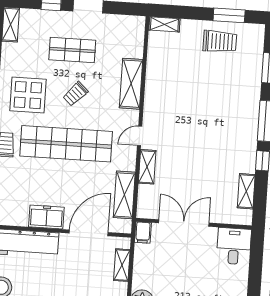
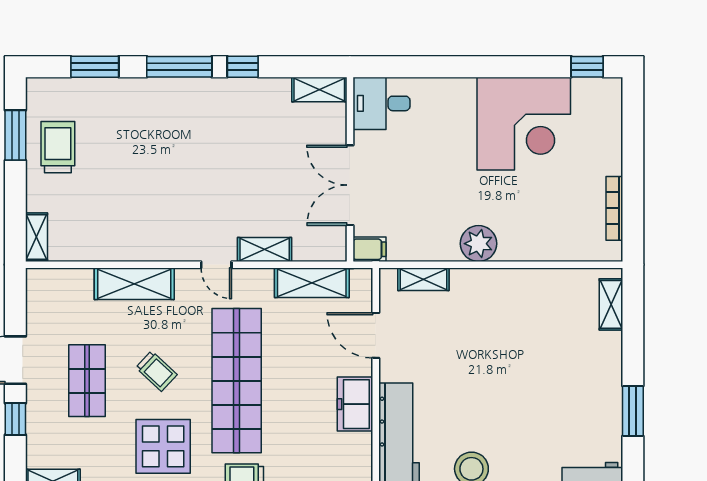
shelving: (246, 191) -> (319, 89), moved
door: (89, 233) -> (376, 335), width x0.73

